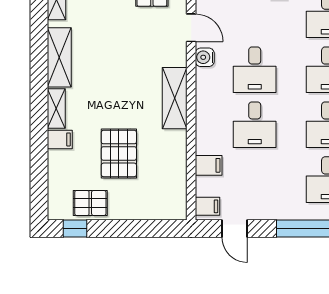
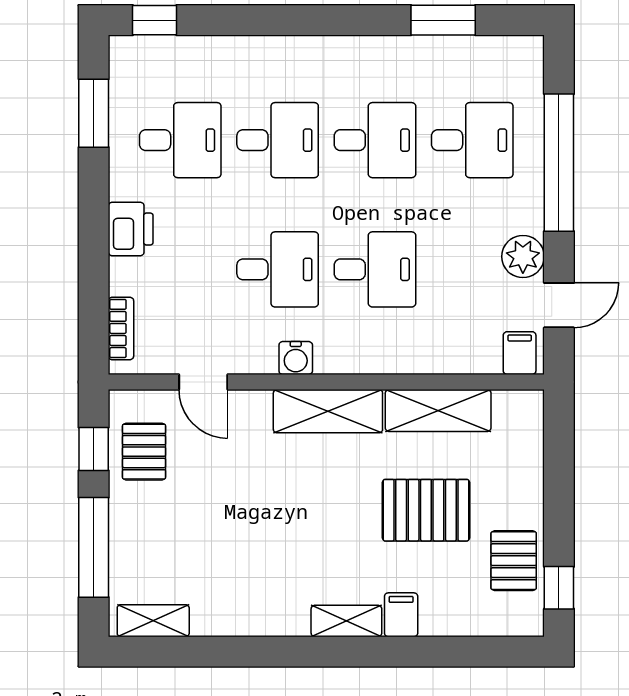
door: (191, 28) -> (203, 382), swing flipped
shelving: (59, 57) -> (438, 410), moved
water cooler: (205, 57) -> (296, 358), moved
filing cabinet: (209, 165) -> (447, 351), removed
plant: (262, 208) -> (523, 257), added

